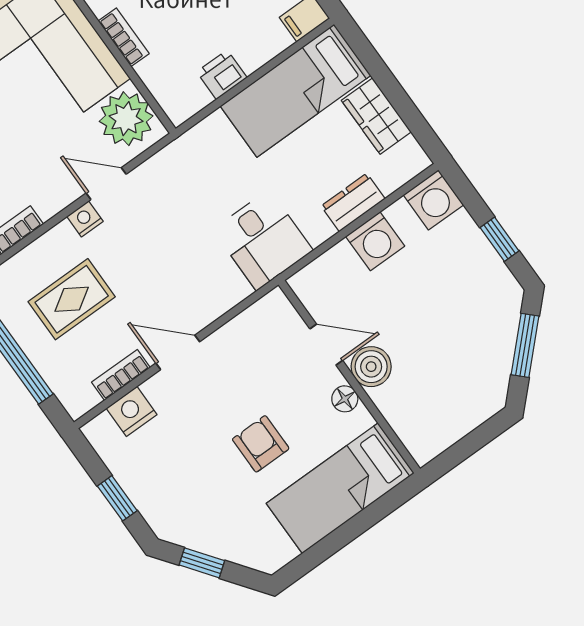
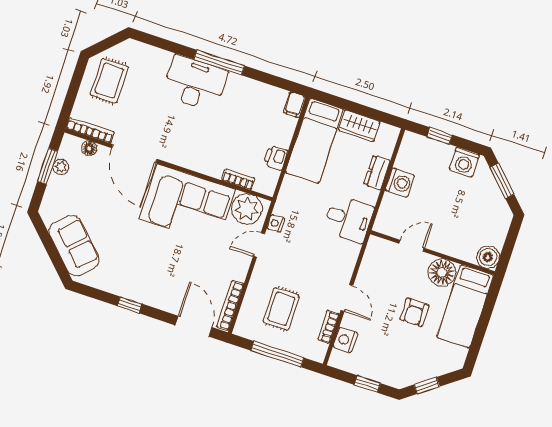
bookcase: (124, 37) -> (238, 179), moved
washing machine: (433, 200) -> (464, 162), moved, turned 90
nightstand: (85, 219) -> (276, 223), moved
window: (500, 239) -> (440, 136), moved
door: (178, 352) -> (347, 298), swing flipped
boiler: (371, 367) -> (488, 257), moved
floor lamp: (345, 399) -> (442, 272), width x1.89, depth x1.89
armchair: (261, 444) -> (414, 312), turned -90

